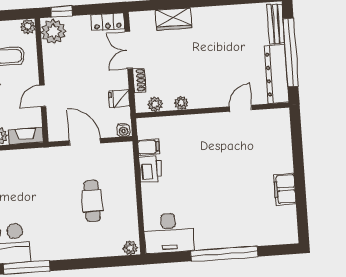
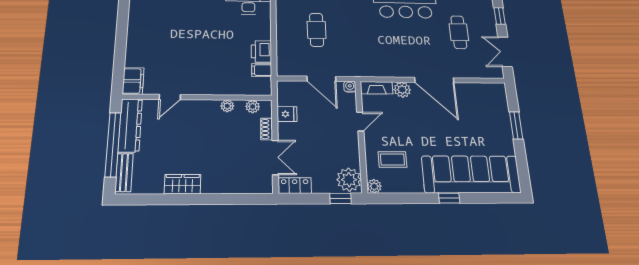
wardrobe: (174, 19) -> (183, 184), moved
water cooler: (123, 130) -> (350, 87), moved
filing cabinet: (285, 189) -> (133, 81), moved

